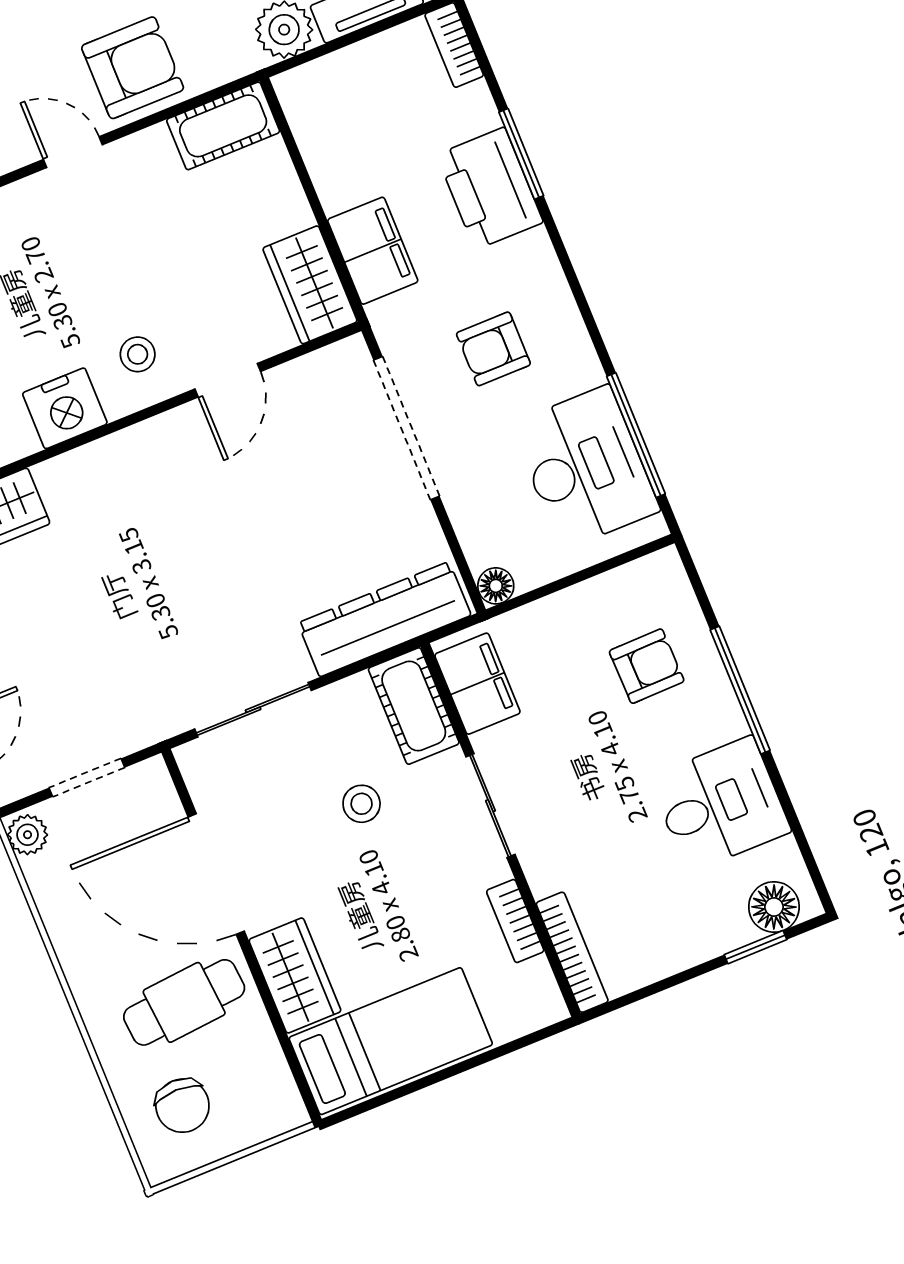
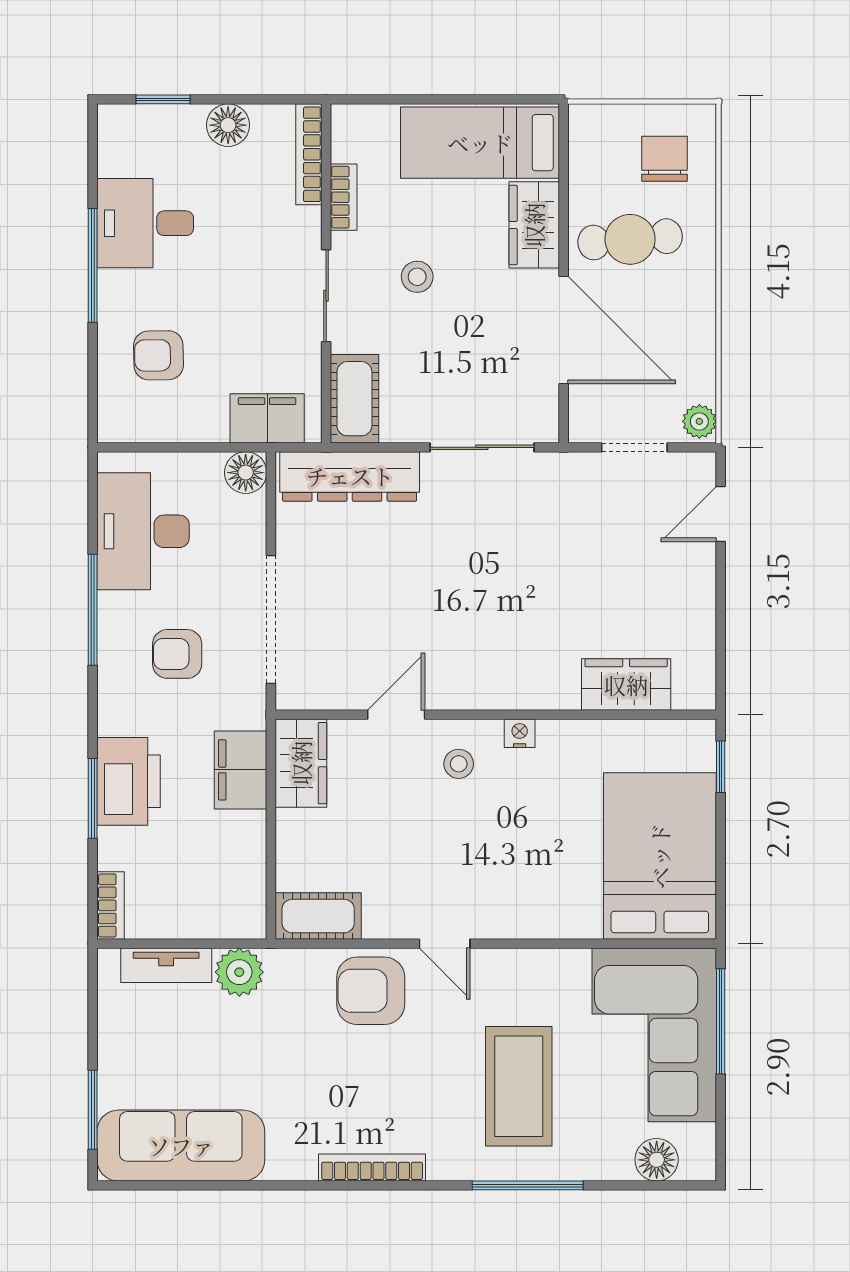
armchair: (493, 349) -> (177, 654), turned 180
nightstand: (65, 408) -> (520, 733), width x0.53, depth x0.56
window: (636, 435) -> (93, 610), moved
floor lamp: (496, 586) -> (246, 473), width x1.37, depth x1.37
filing cabinet: (477, 684) -> (267, 418), moved, turned 90
window: (740, 690) -> (93, 265), moved
stool: (362, 804) -> (417, 277), moved
floor lamp: (774, 907) -> (228, 125), moved

